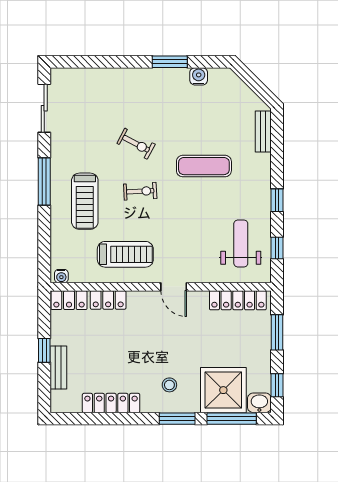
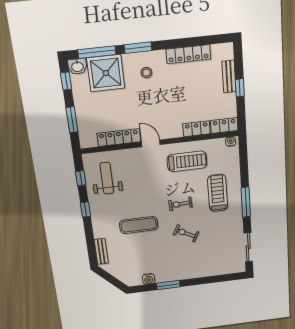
weight bench: (241, 243) -> (107, 178), turned 180
treadmill: (125, 254) -> (187, 161), turned 180
locker: (238, 300) -> (119, 137), moved

